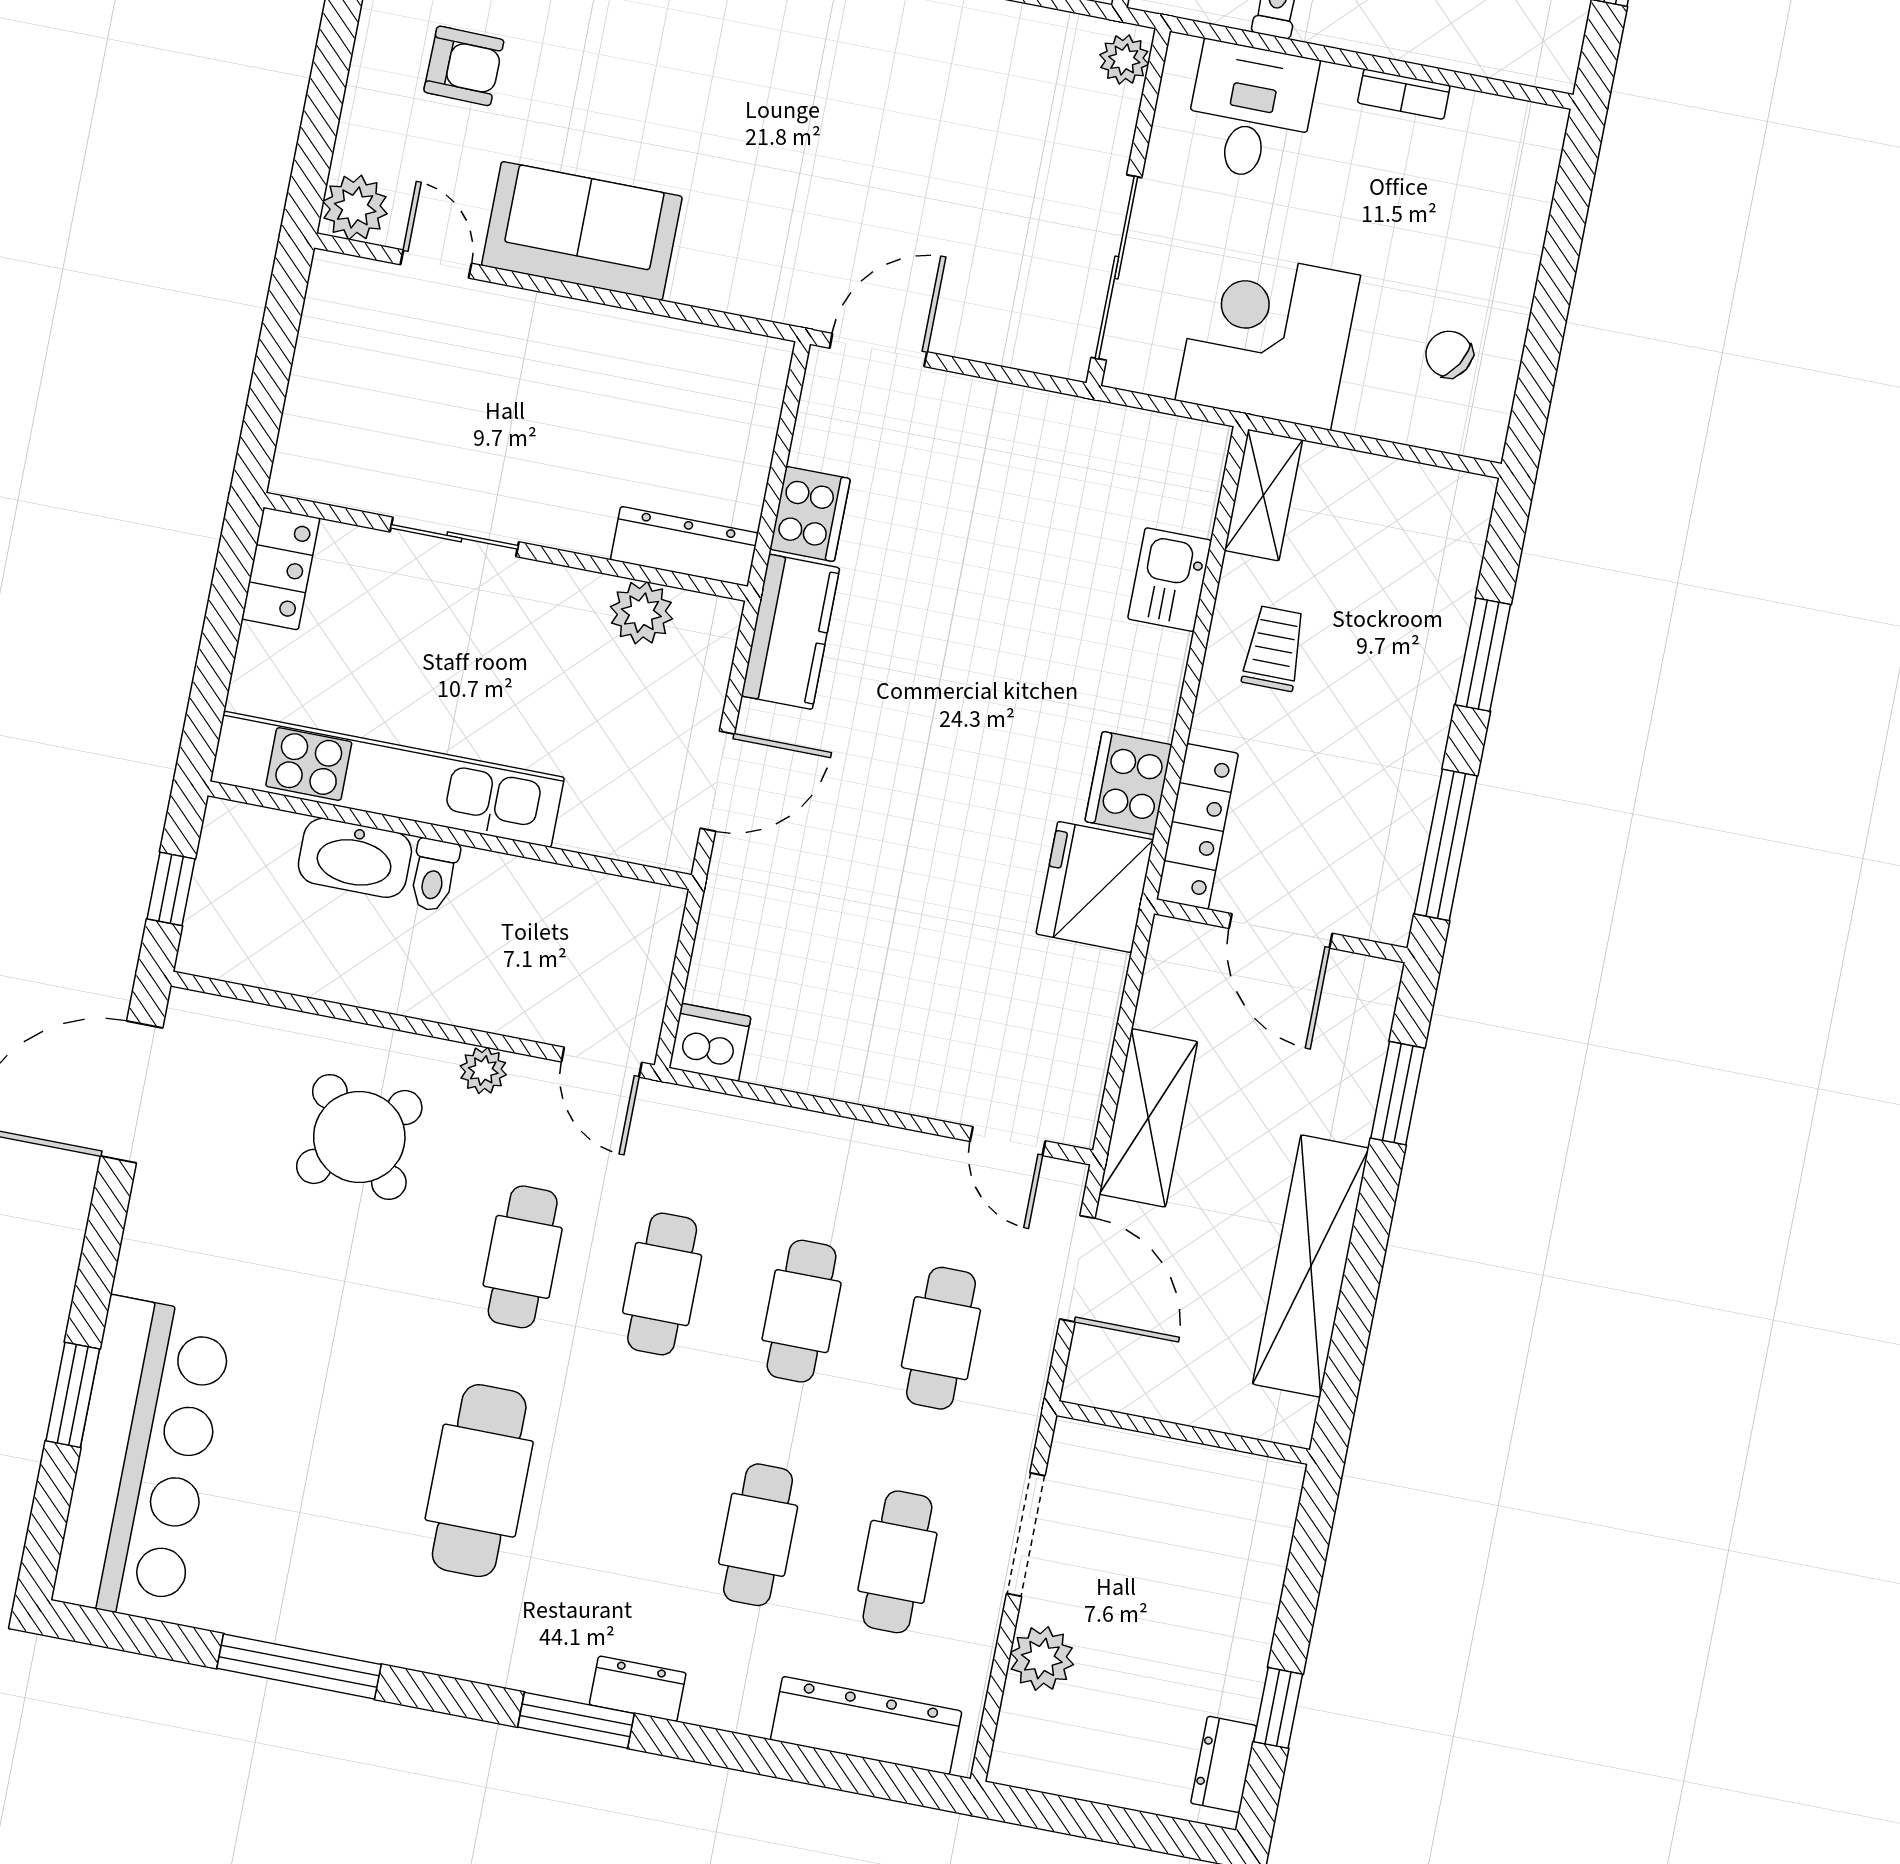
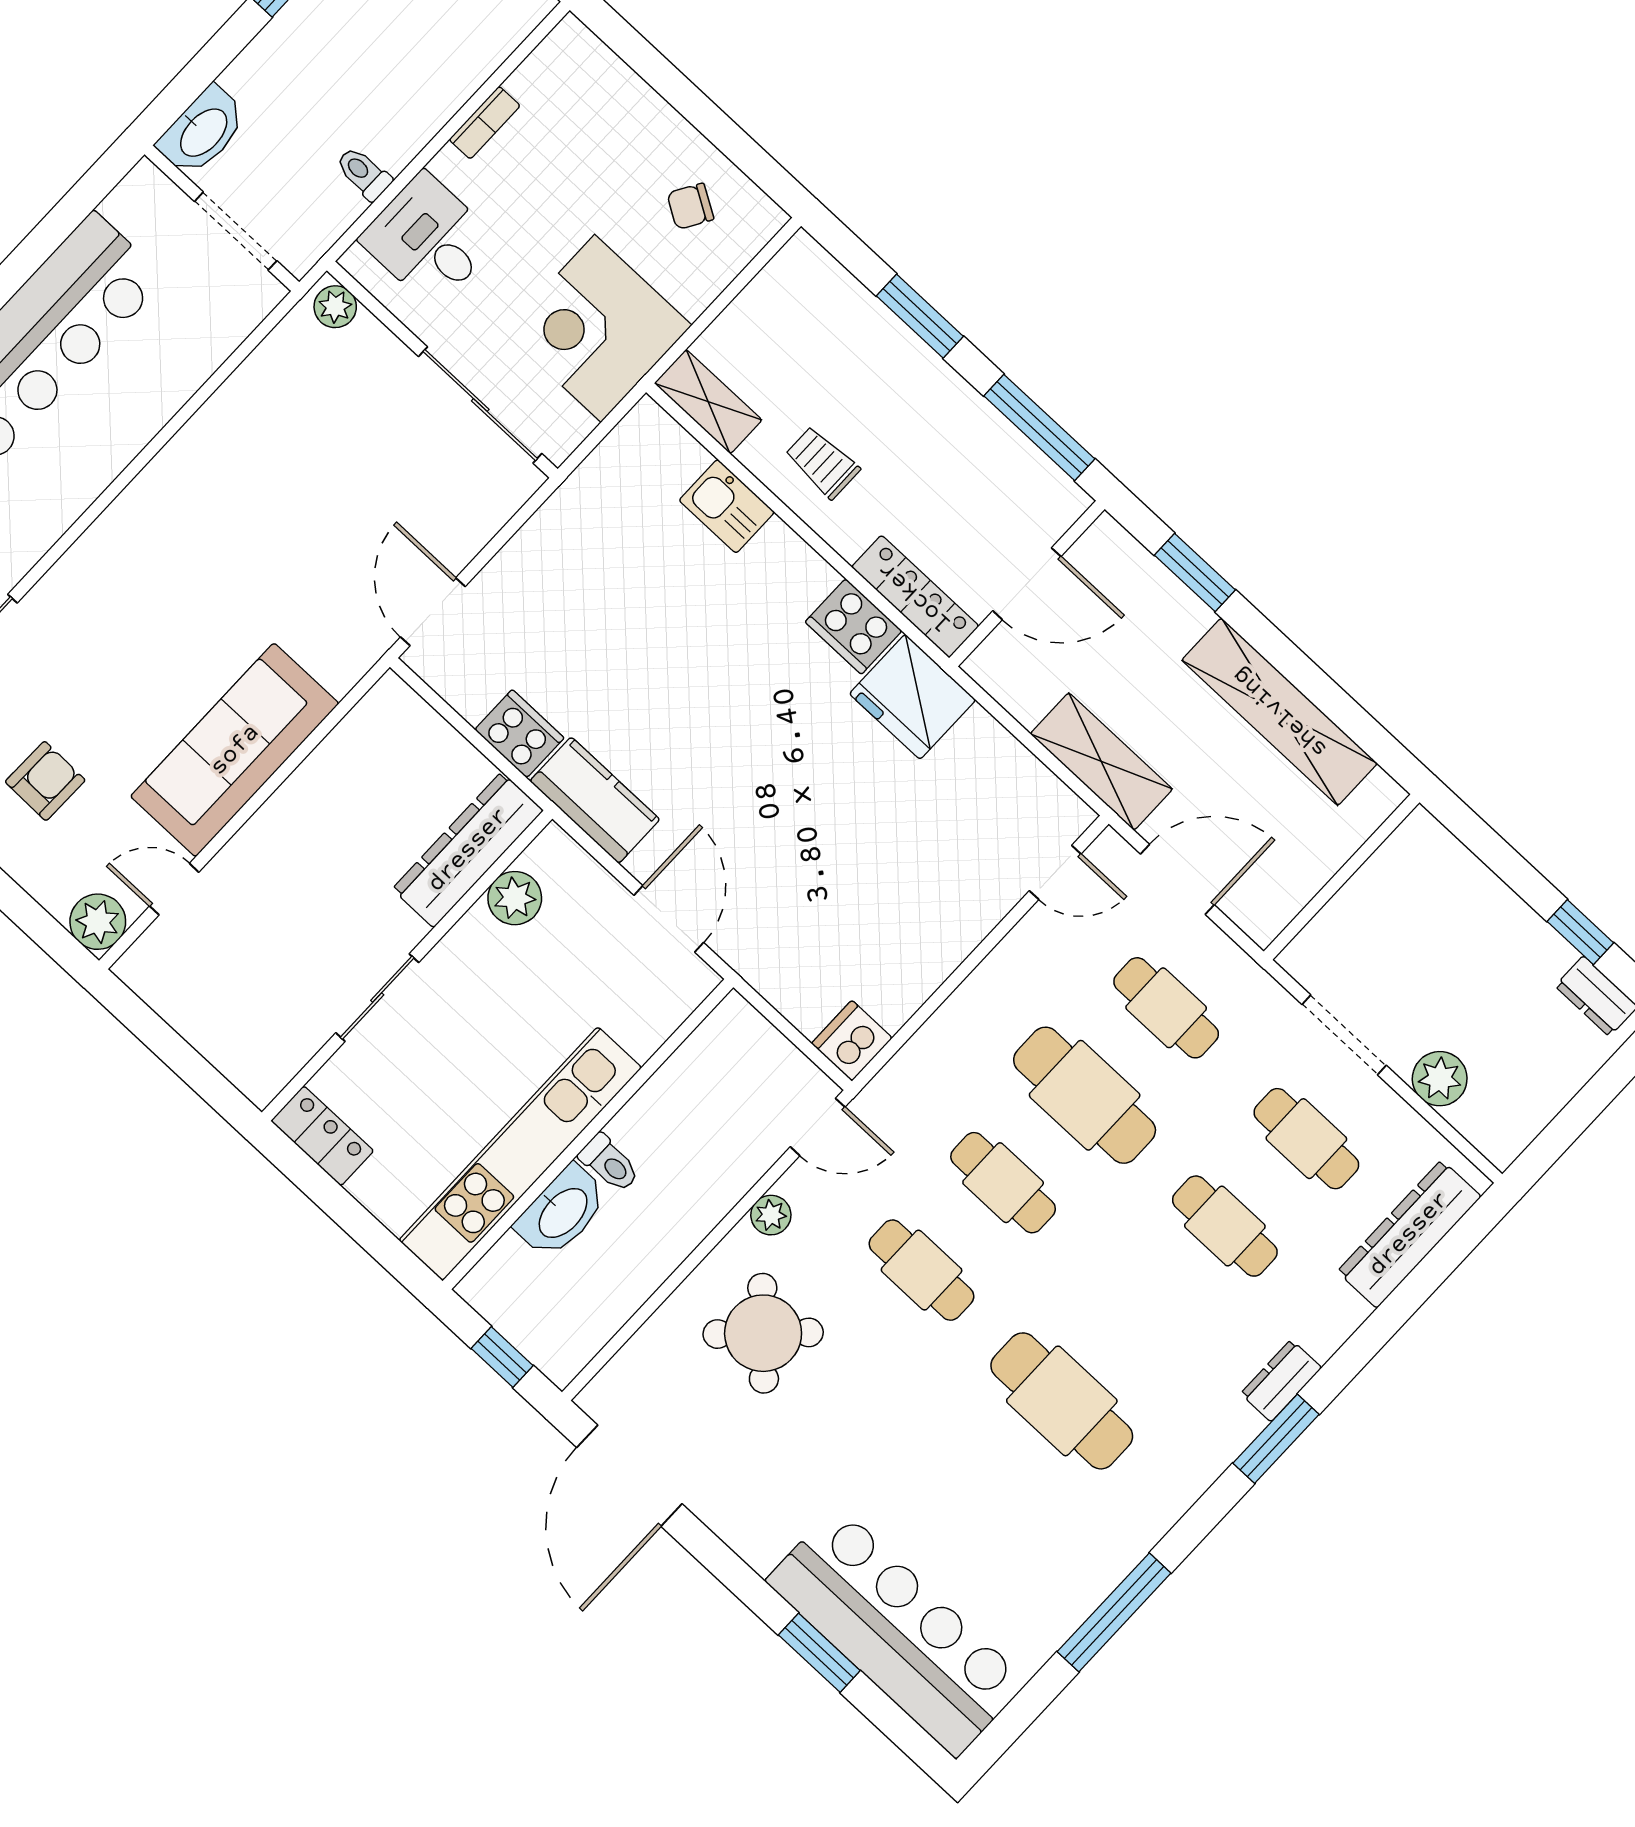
sofa: (582, 231) -> (235, 750), width x1.36
dresser: (684, 546) -> (468, 850), width x1.37, depth x1.24
cafe table: (802, 1311) -> (1085, 1095), width x1.37, depth x1.35

